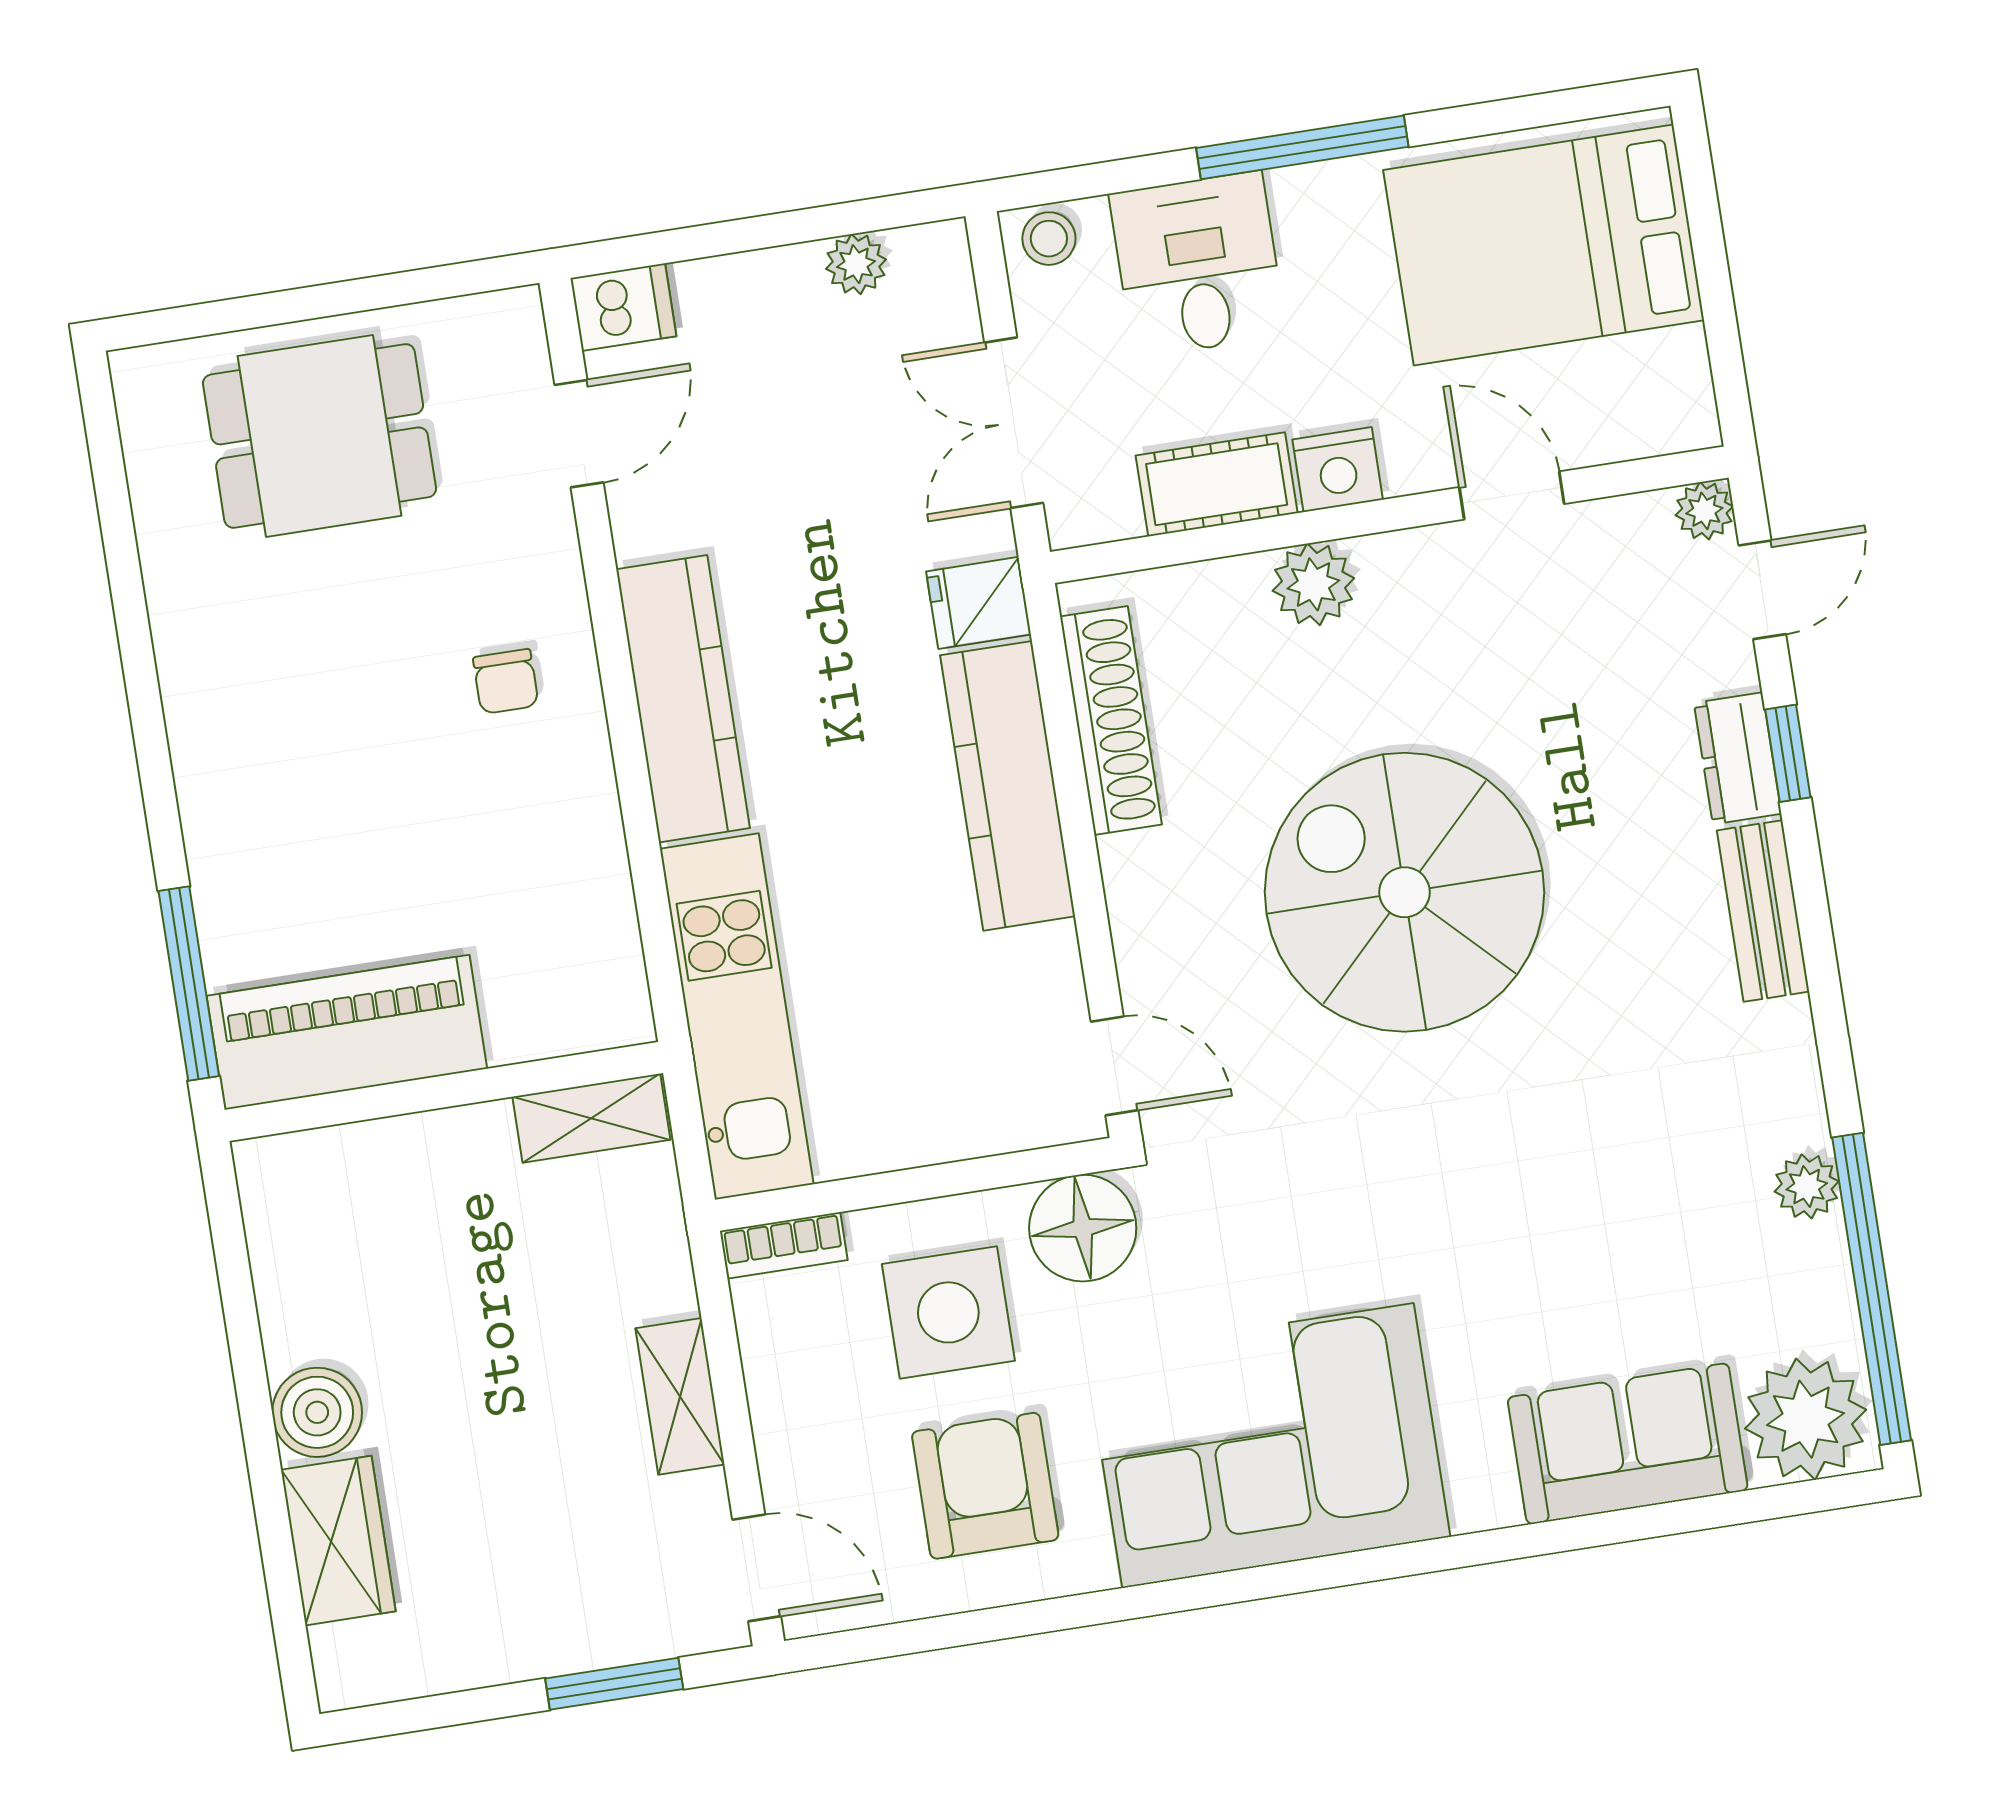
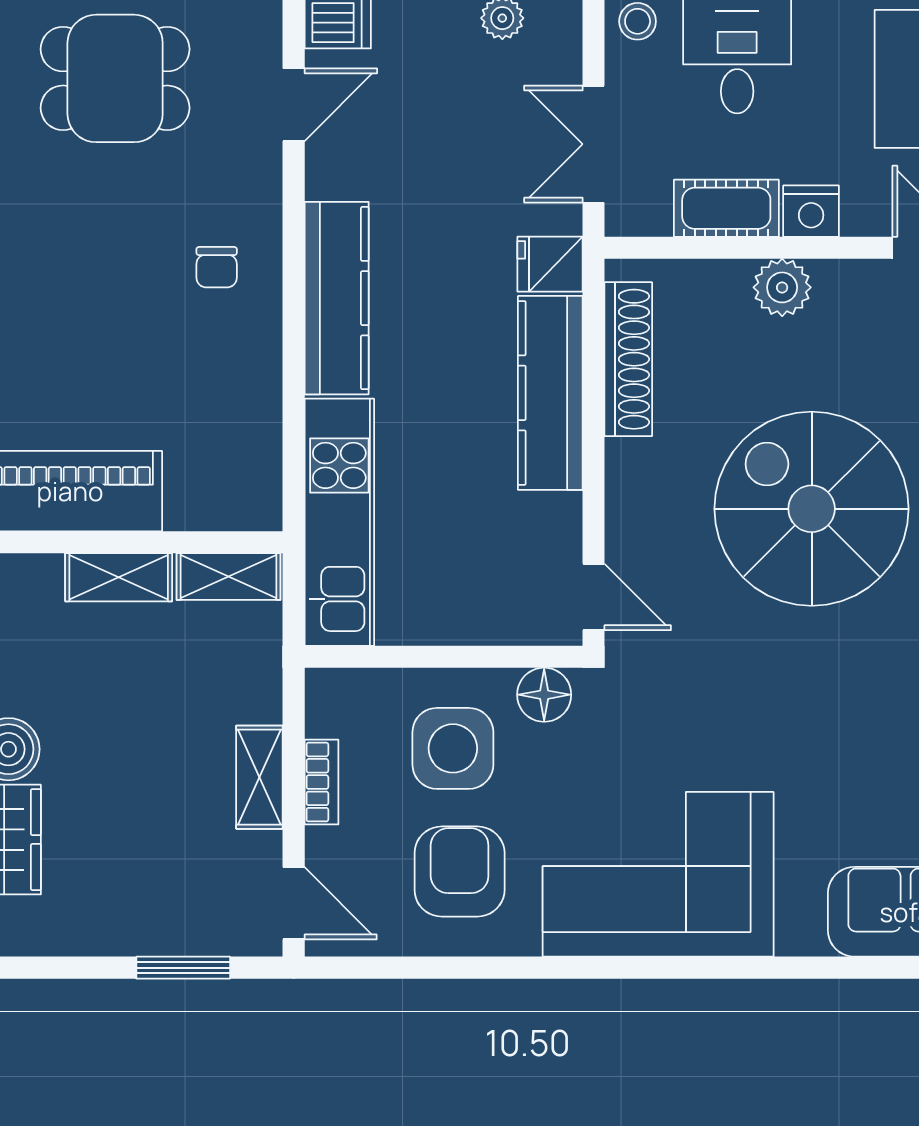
shelving: (435, 1144) -> (119, 577), added
floor lamp: (1083, 1228) -> (544, 695), width x0.73, depth x0.73
bookcase: (784, 1245) -> (321, 782), moved, turned -90

